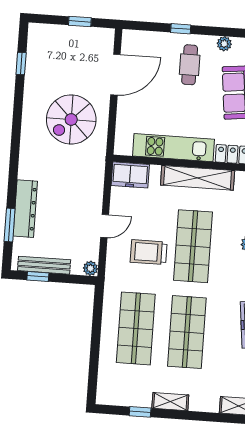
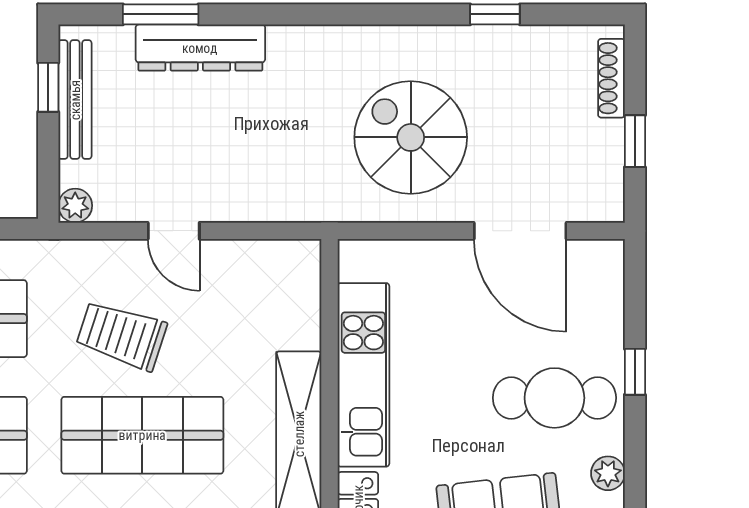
shoe rack: (52, 30) -> (611, 78), added
window: (21, 63) -> (495, 14), moved
cafe table: (190, 65) -> (554, 398), width x1.37, depth x1.35
freezer: (130, 175) -> (294, 281), removed
trolley: (149, 252) -> (122, 335), turned -72

